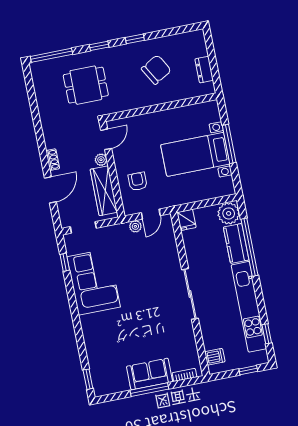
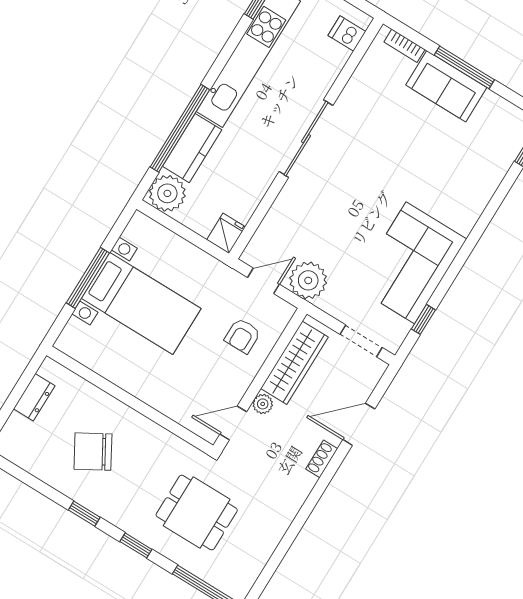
plant: (135, 226) -> (308, 280), width x1.87, depth x1.87

